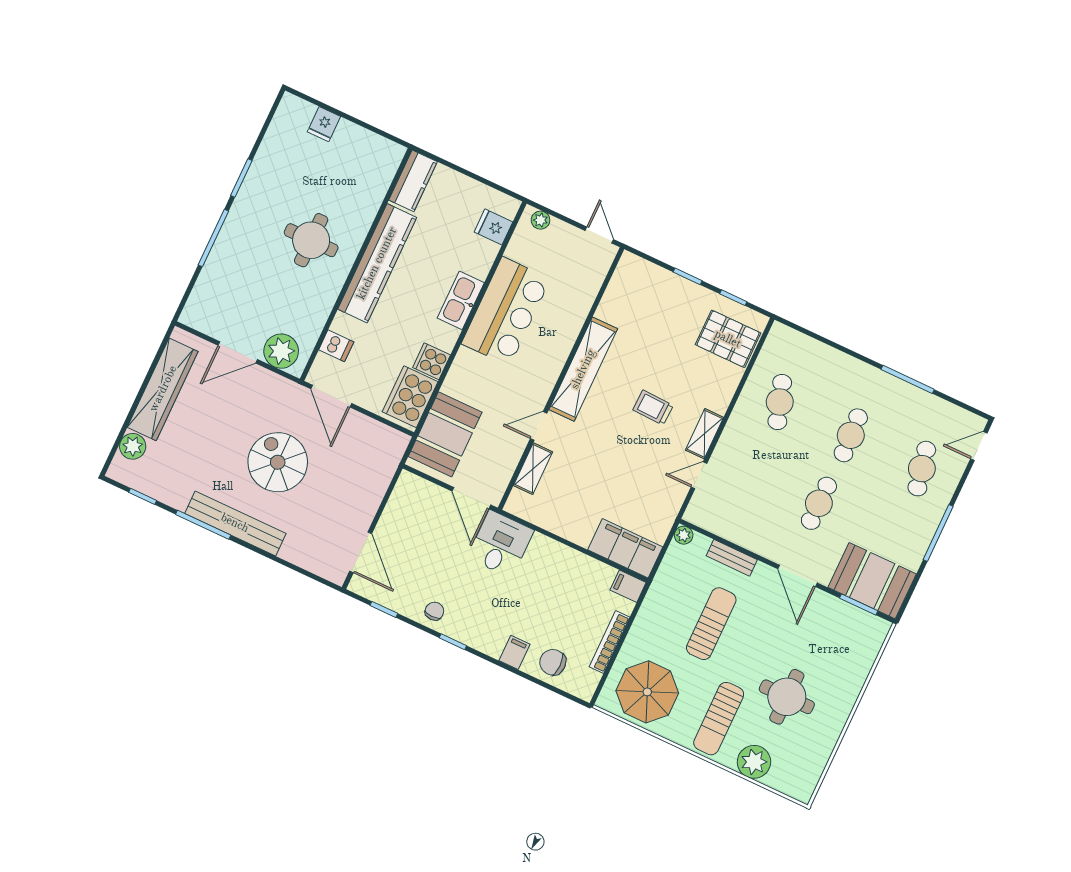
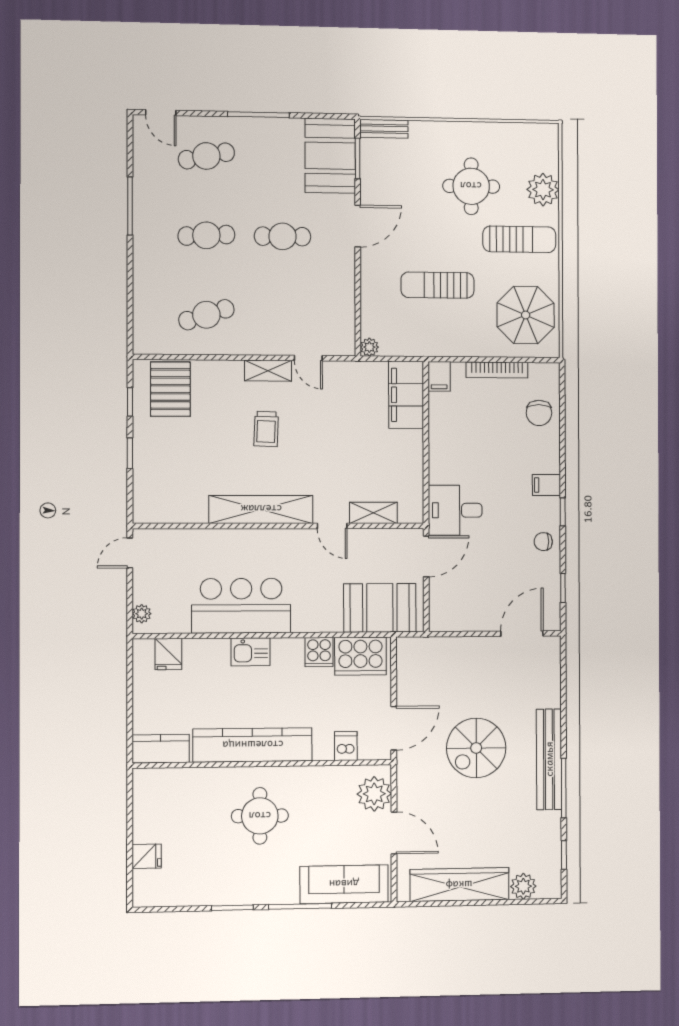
sofa: (214, 286) -> (344, 884), added
kitchen sink: (461, 300) -> (251, 652), width x0.73
bench: (732, 558) -> (384, 129), moved, turned 90
filing cabinet: (515, 652) -> (546, 485), moved

